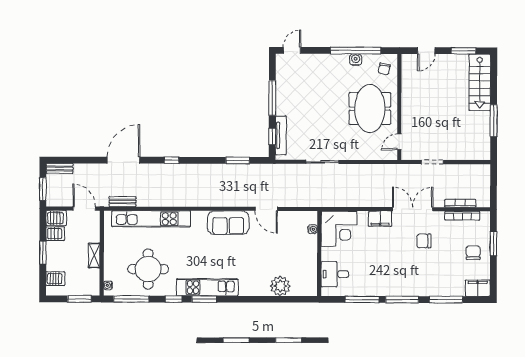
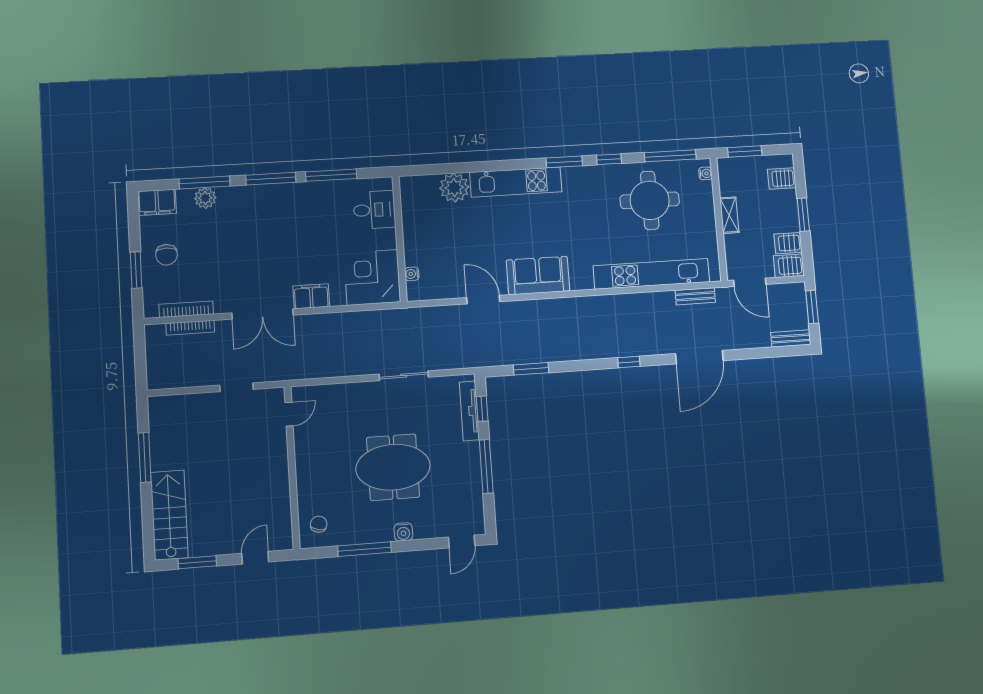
window: (356, 51) -> (364, 549), width x0.68
water cooler: (356, 60) -> (403, 532), moved
meeting table: (370, 109) -> (393, 467), moved, turned 90
chair: (424, 241) -> (243, 268), removed
kitchen unit: (207, 287) -> (516, 182), moved
plant: (446, 289) -> (205, 198), added

